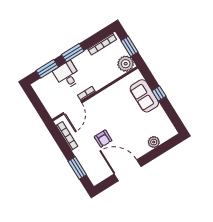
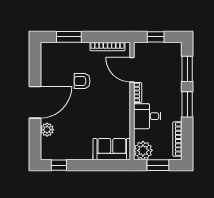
desk: (67, 75) -> (147, 116), moved, turned 180
window: (159, 94) -> (59, 165), moved
sofa: (144, 96) -> (112, 149), moved
window: (38, 106) -> (156, 37), added
door: (128, 170) -> (35, 102), moved

